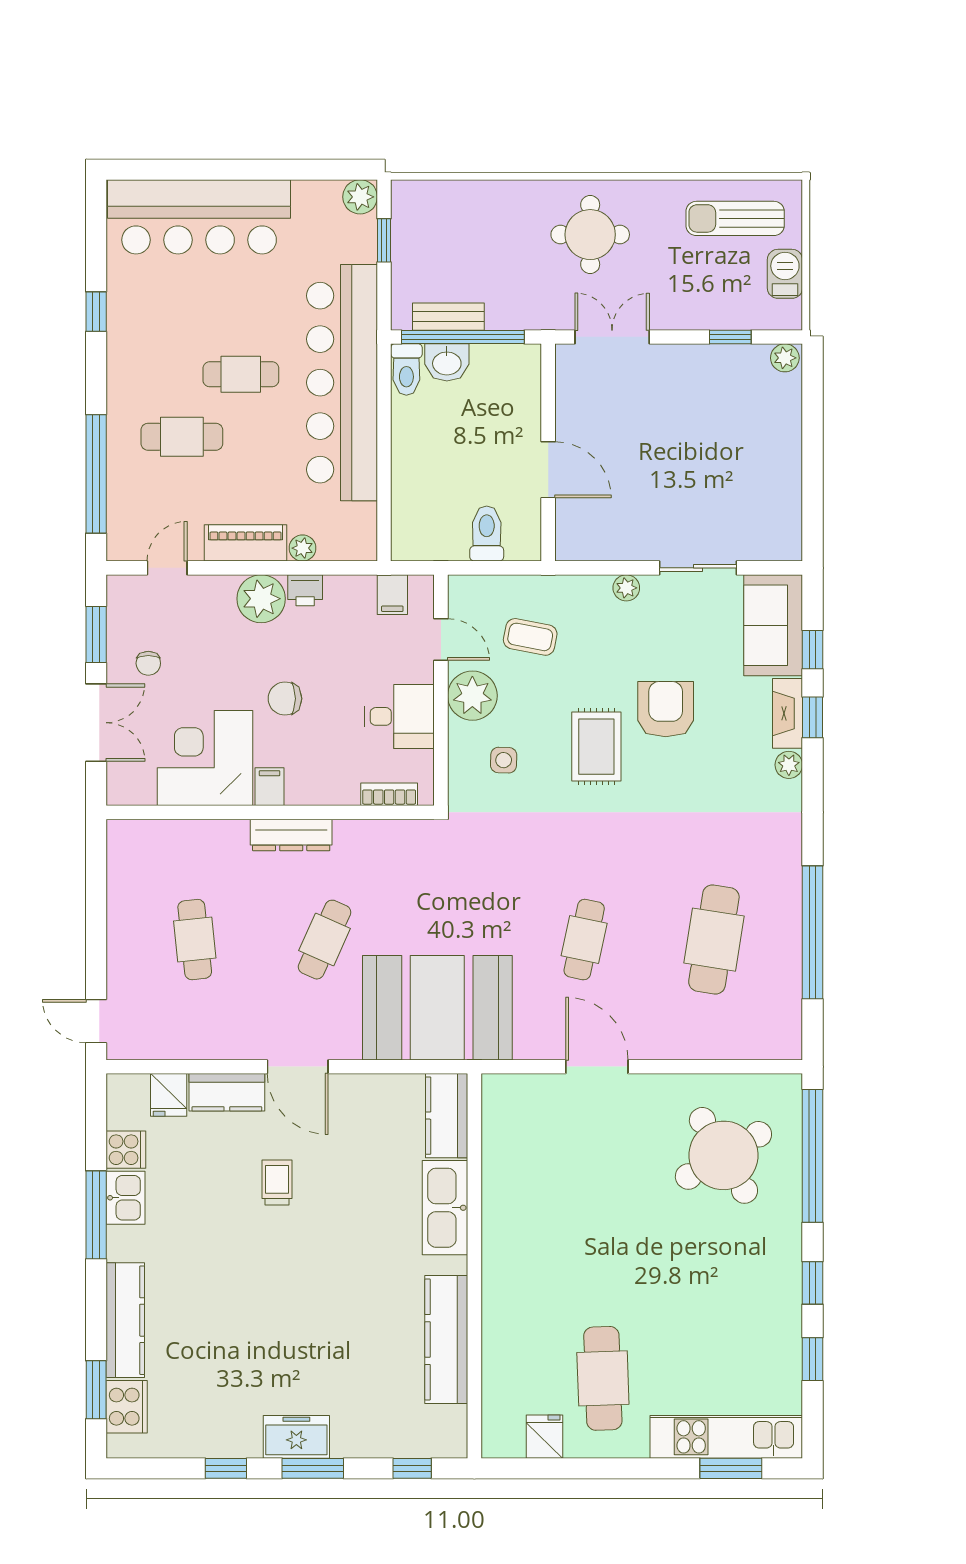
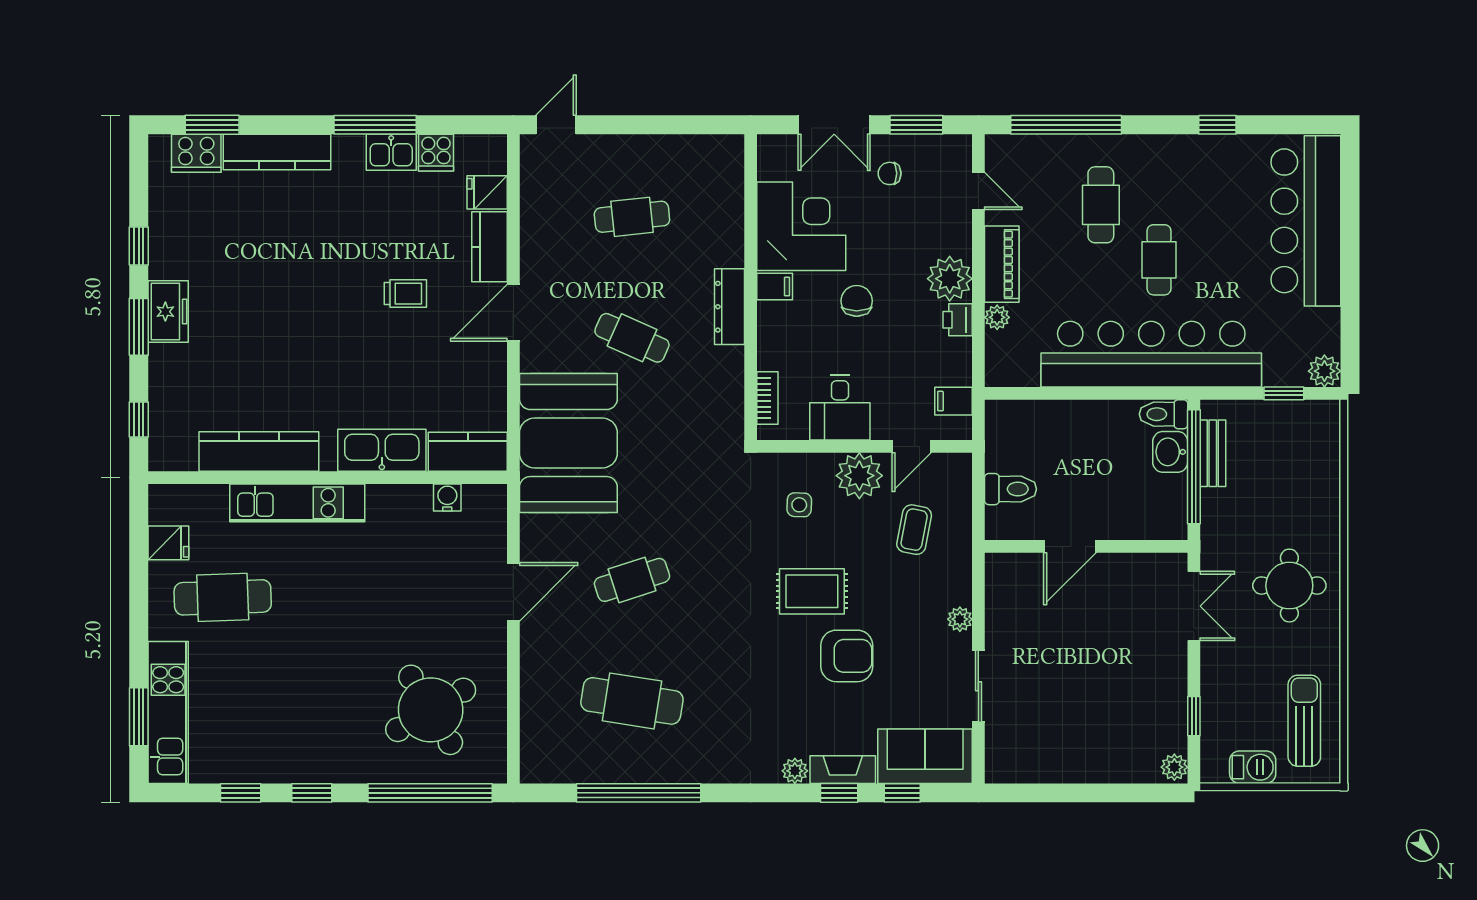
cafe table: (584, 940) -> (632, 580), turned -30
water cooler: (496, 1137) -> (447, 498), added
kitchen unit: (501, 1298) -> (297, 503), added

